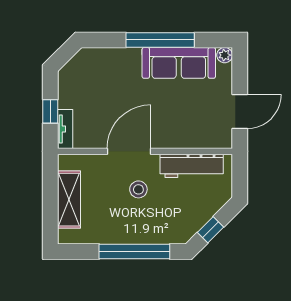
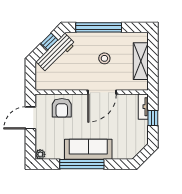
sofa: (179, 63) -> (88, 149), moved
armchair: (191, 127) -> (62, 108), added
workbench: (192, 166) -> (56, 53), moved, turned 135
stool: (138, 189) -> (104, 58), moved

